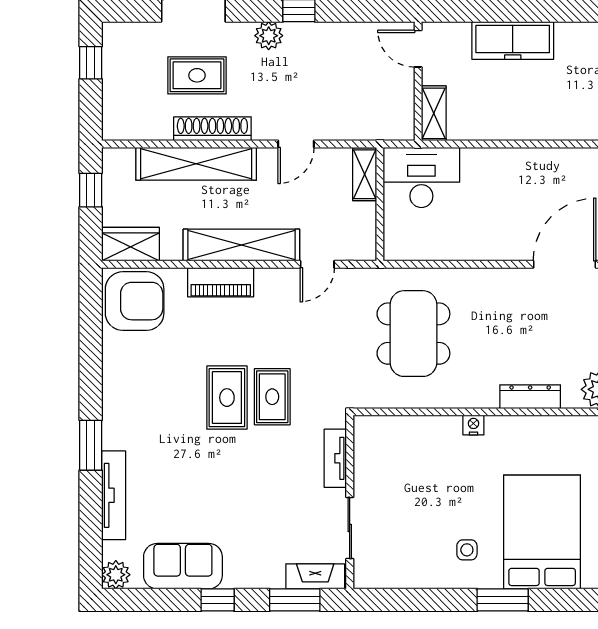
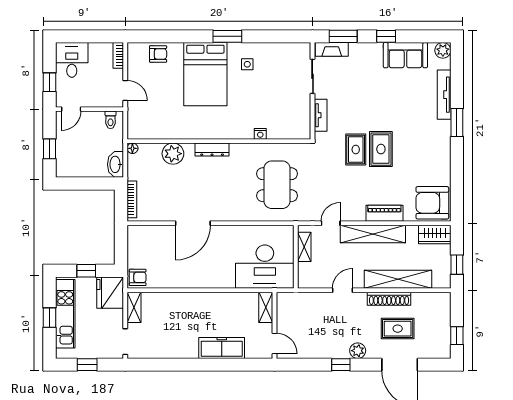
shelving: (365, 174) -> (304, 247), moved
desk: (421, 177) -> (265, 267), width x1.36, depth x1.30
nightstand: (473, 425) -> (260, 134), moved

